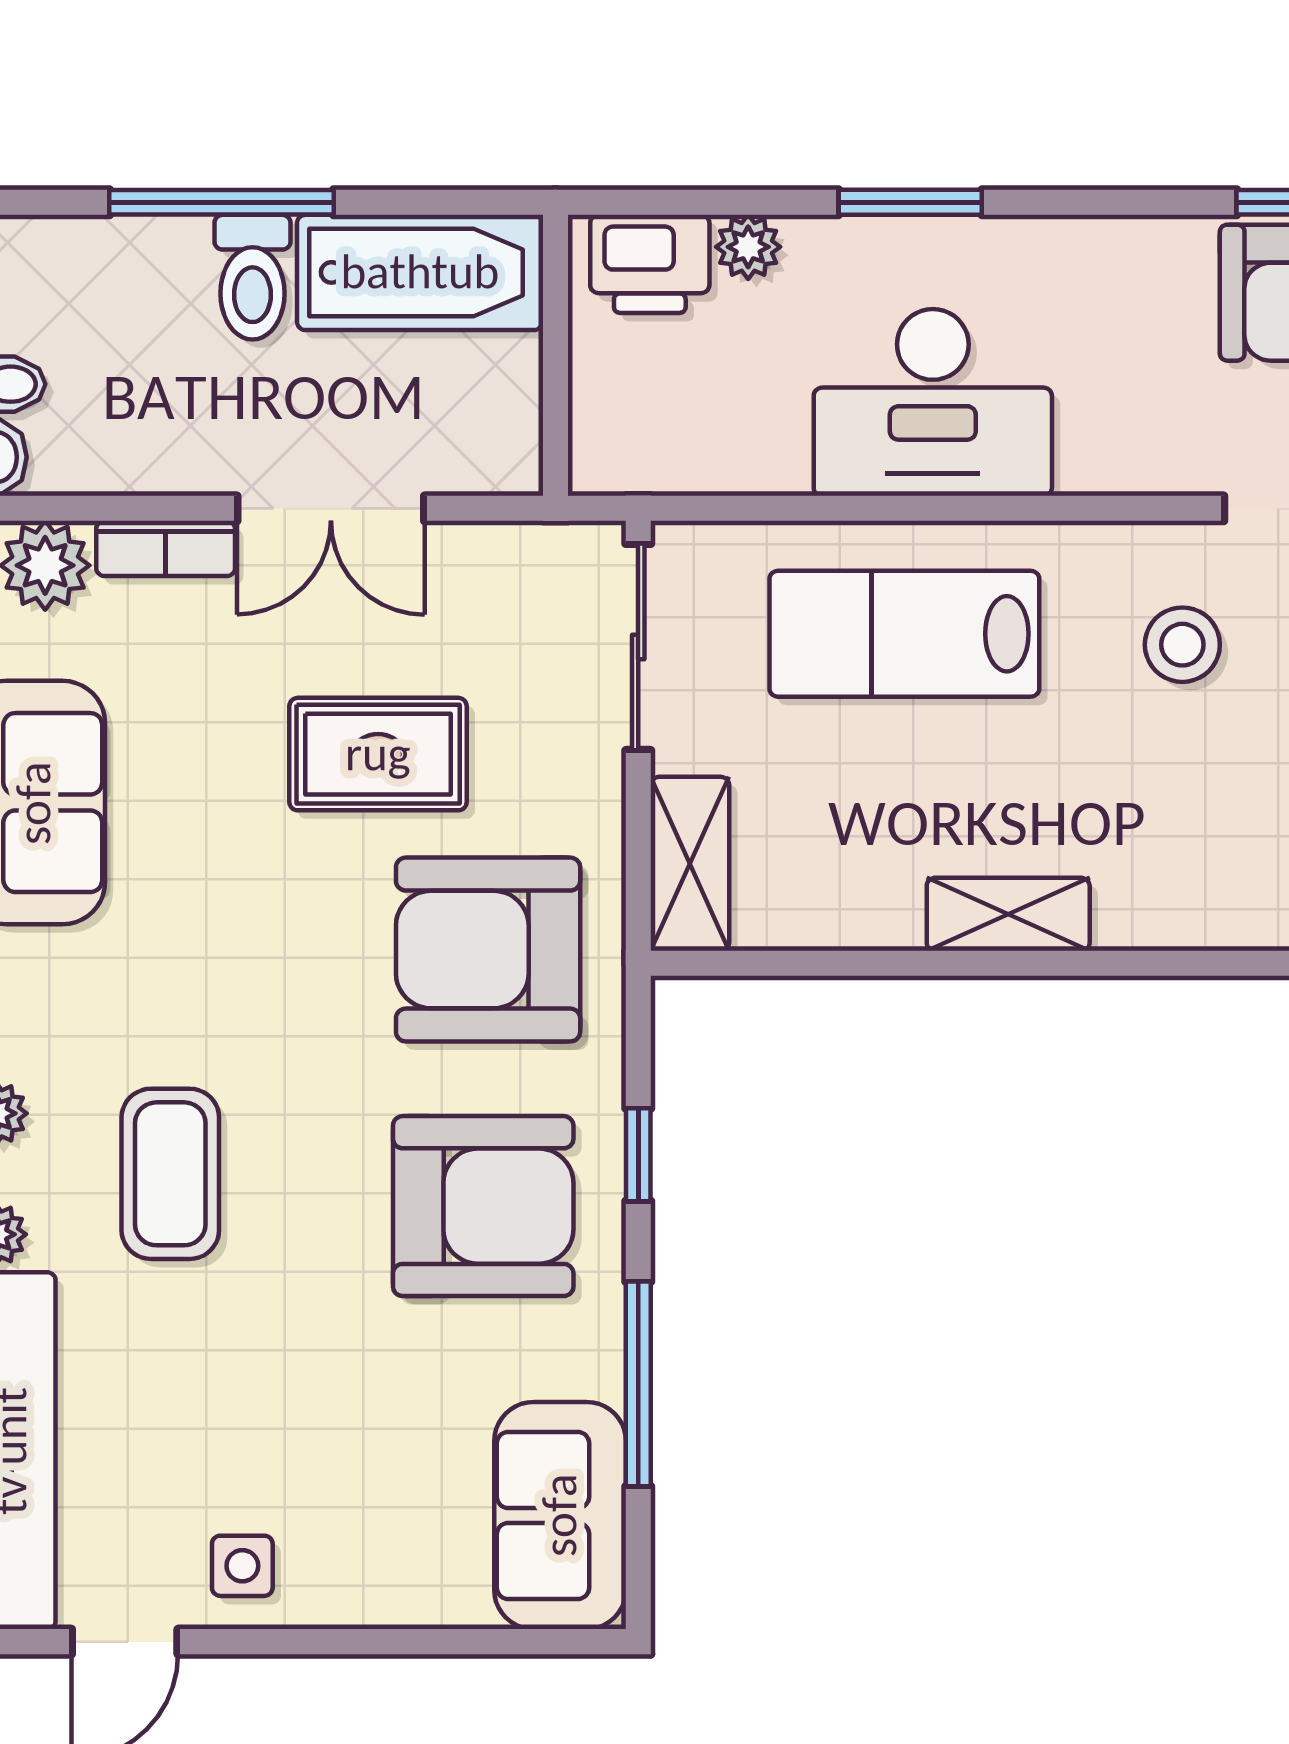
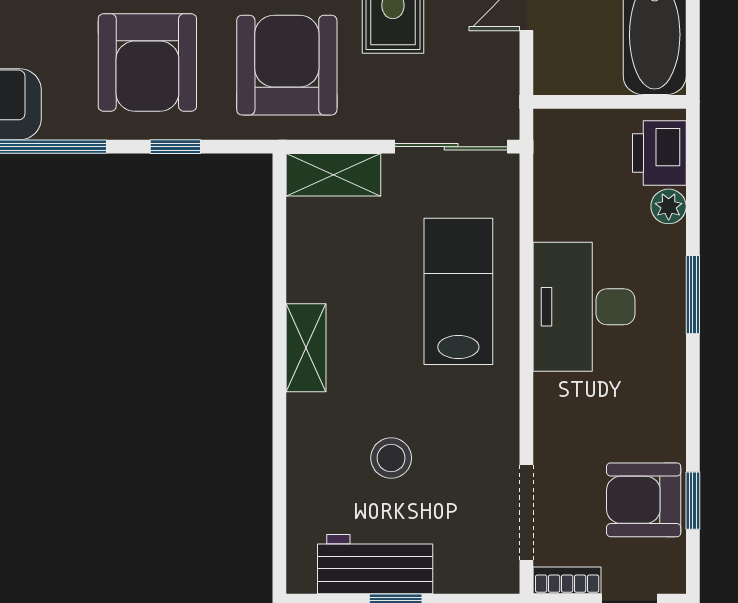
stool: (1182, 645) -> (391, 458), moved

